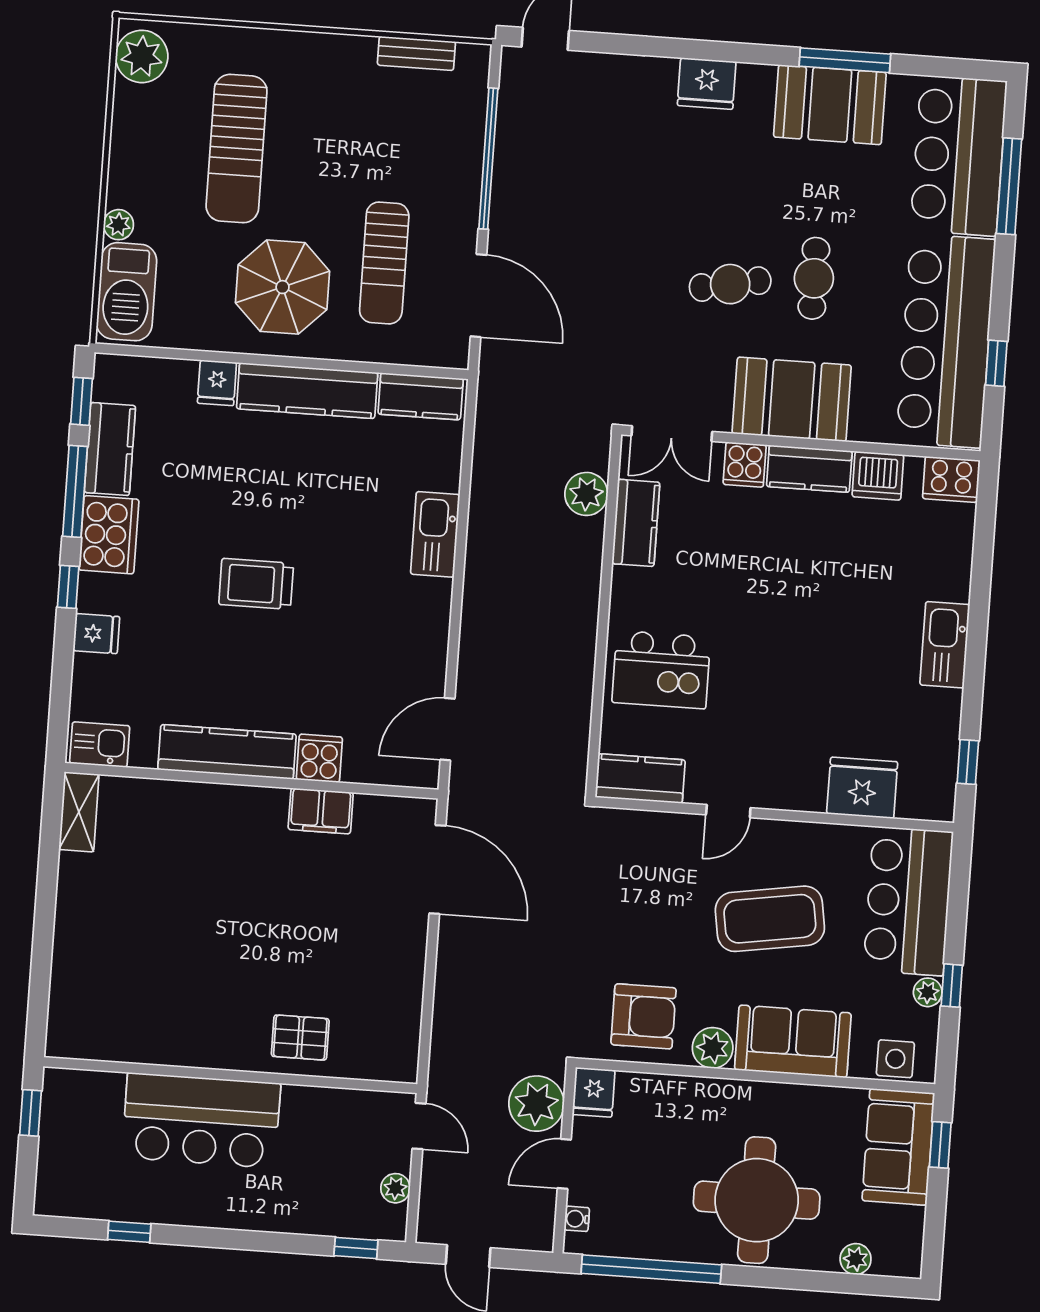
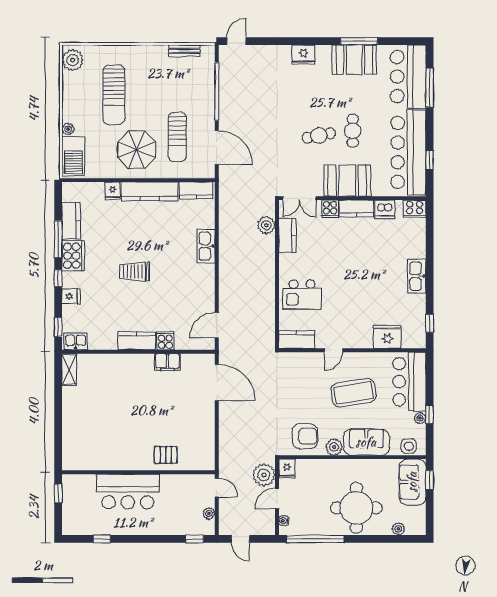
window: (81, 401) -> (58, 327), moved
kitchen counter: (227, 752) -> (137, 341), width x0.67

